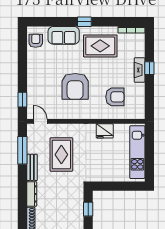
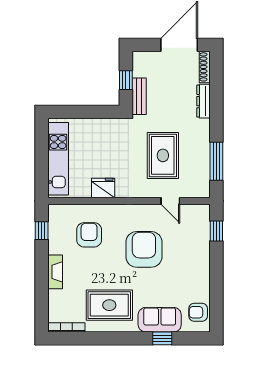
window: (84, 22) -> (162, 338), moved
armchair: (36, 41) -> (198, 312), turned 90
window: (149, 68) -> (42, 231), moved
armchair: (115, 97) -> (89, 235), turned 90
door: (40, 121) -> (170, 201), moved
bench: (32, 167) -> (139, 96), moved

